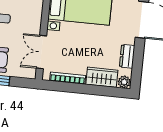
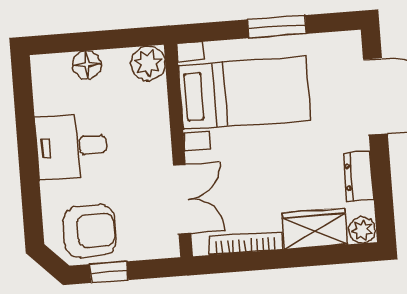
double door: (41, 52) -> (182, 199), swing flipped

